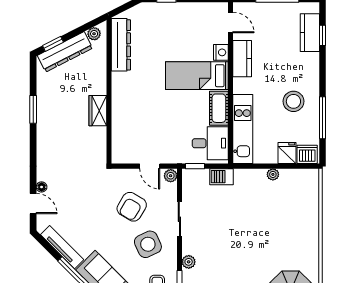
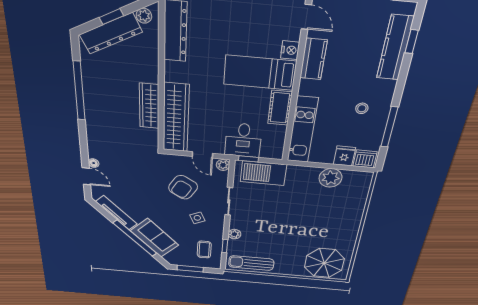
kitchen counter: (310, 33) -> (395, 48), width x1.50
window: (53, 44) -> (111, 17), moved
stool: (293, 101) -> (362, 108), width x0.53, depth x0.53
window: (33, 109) -> (79, 91), width x2.11
wardrobe: (98, 111) -> (149, 106), width x1.50
wardrobe: (123, 128) -> (176, 118), added
desk: (210, 143) -> (243, 140), moved, turned 90
plant: (273, 174) -> (330, 178), width x1.87, depth x1.87
barbecue: (222, 177) -> (263, 173), width x1.88, depth x1.53
side table: (148, 244) -> (197, 218), width x0.54, depth x0.54

